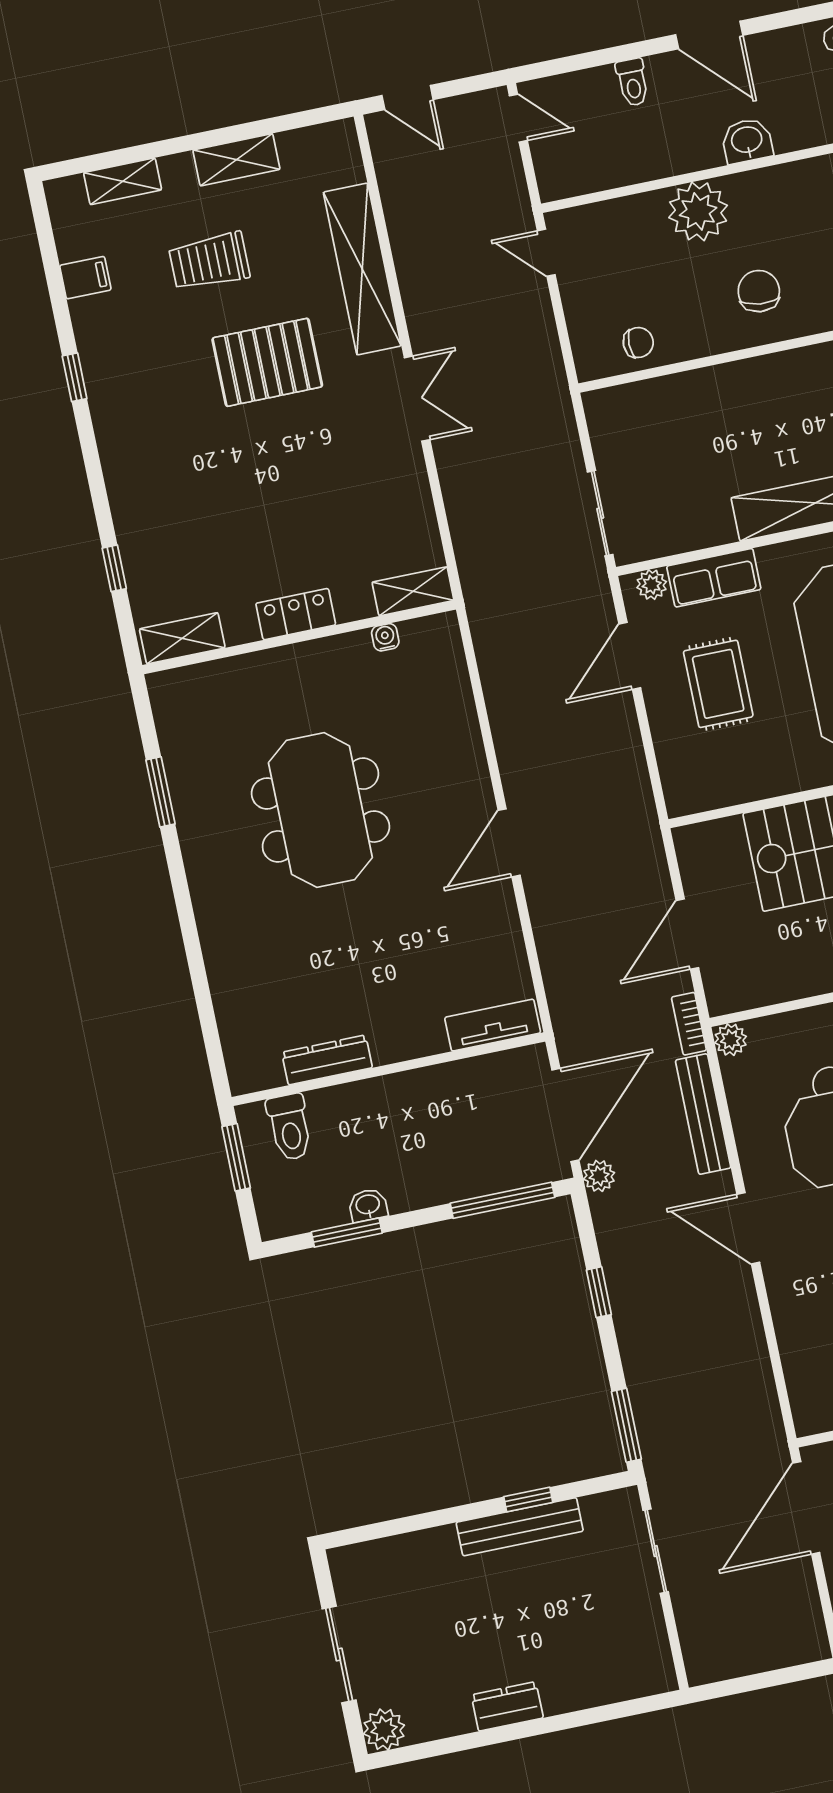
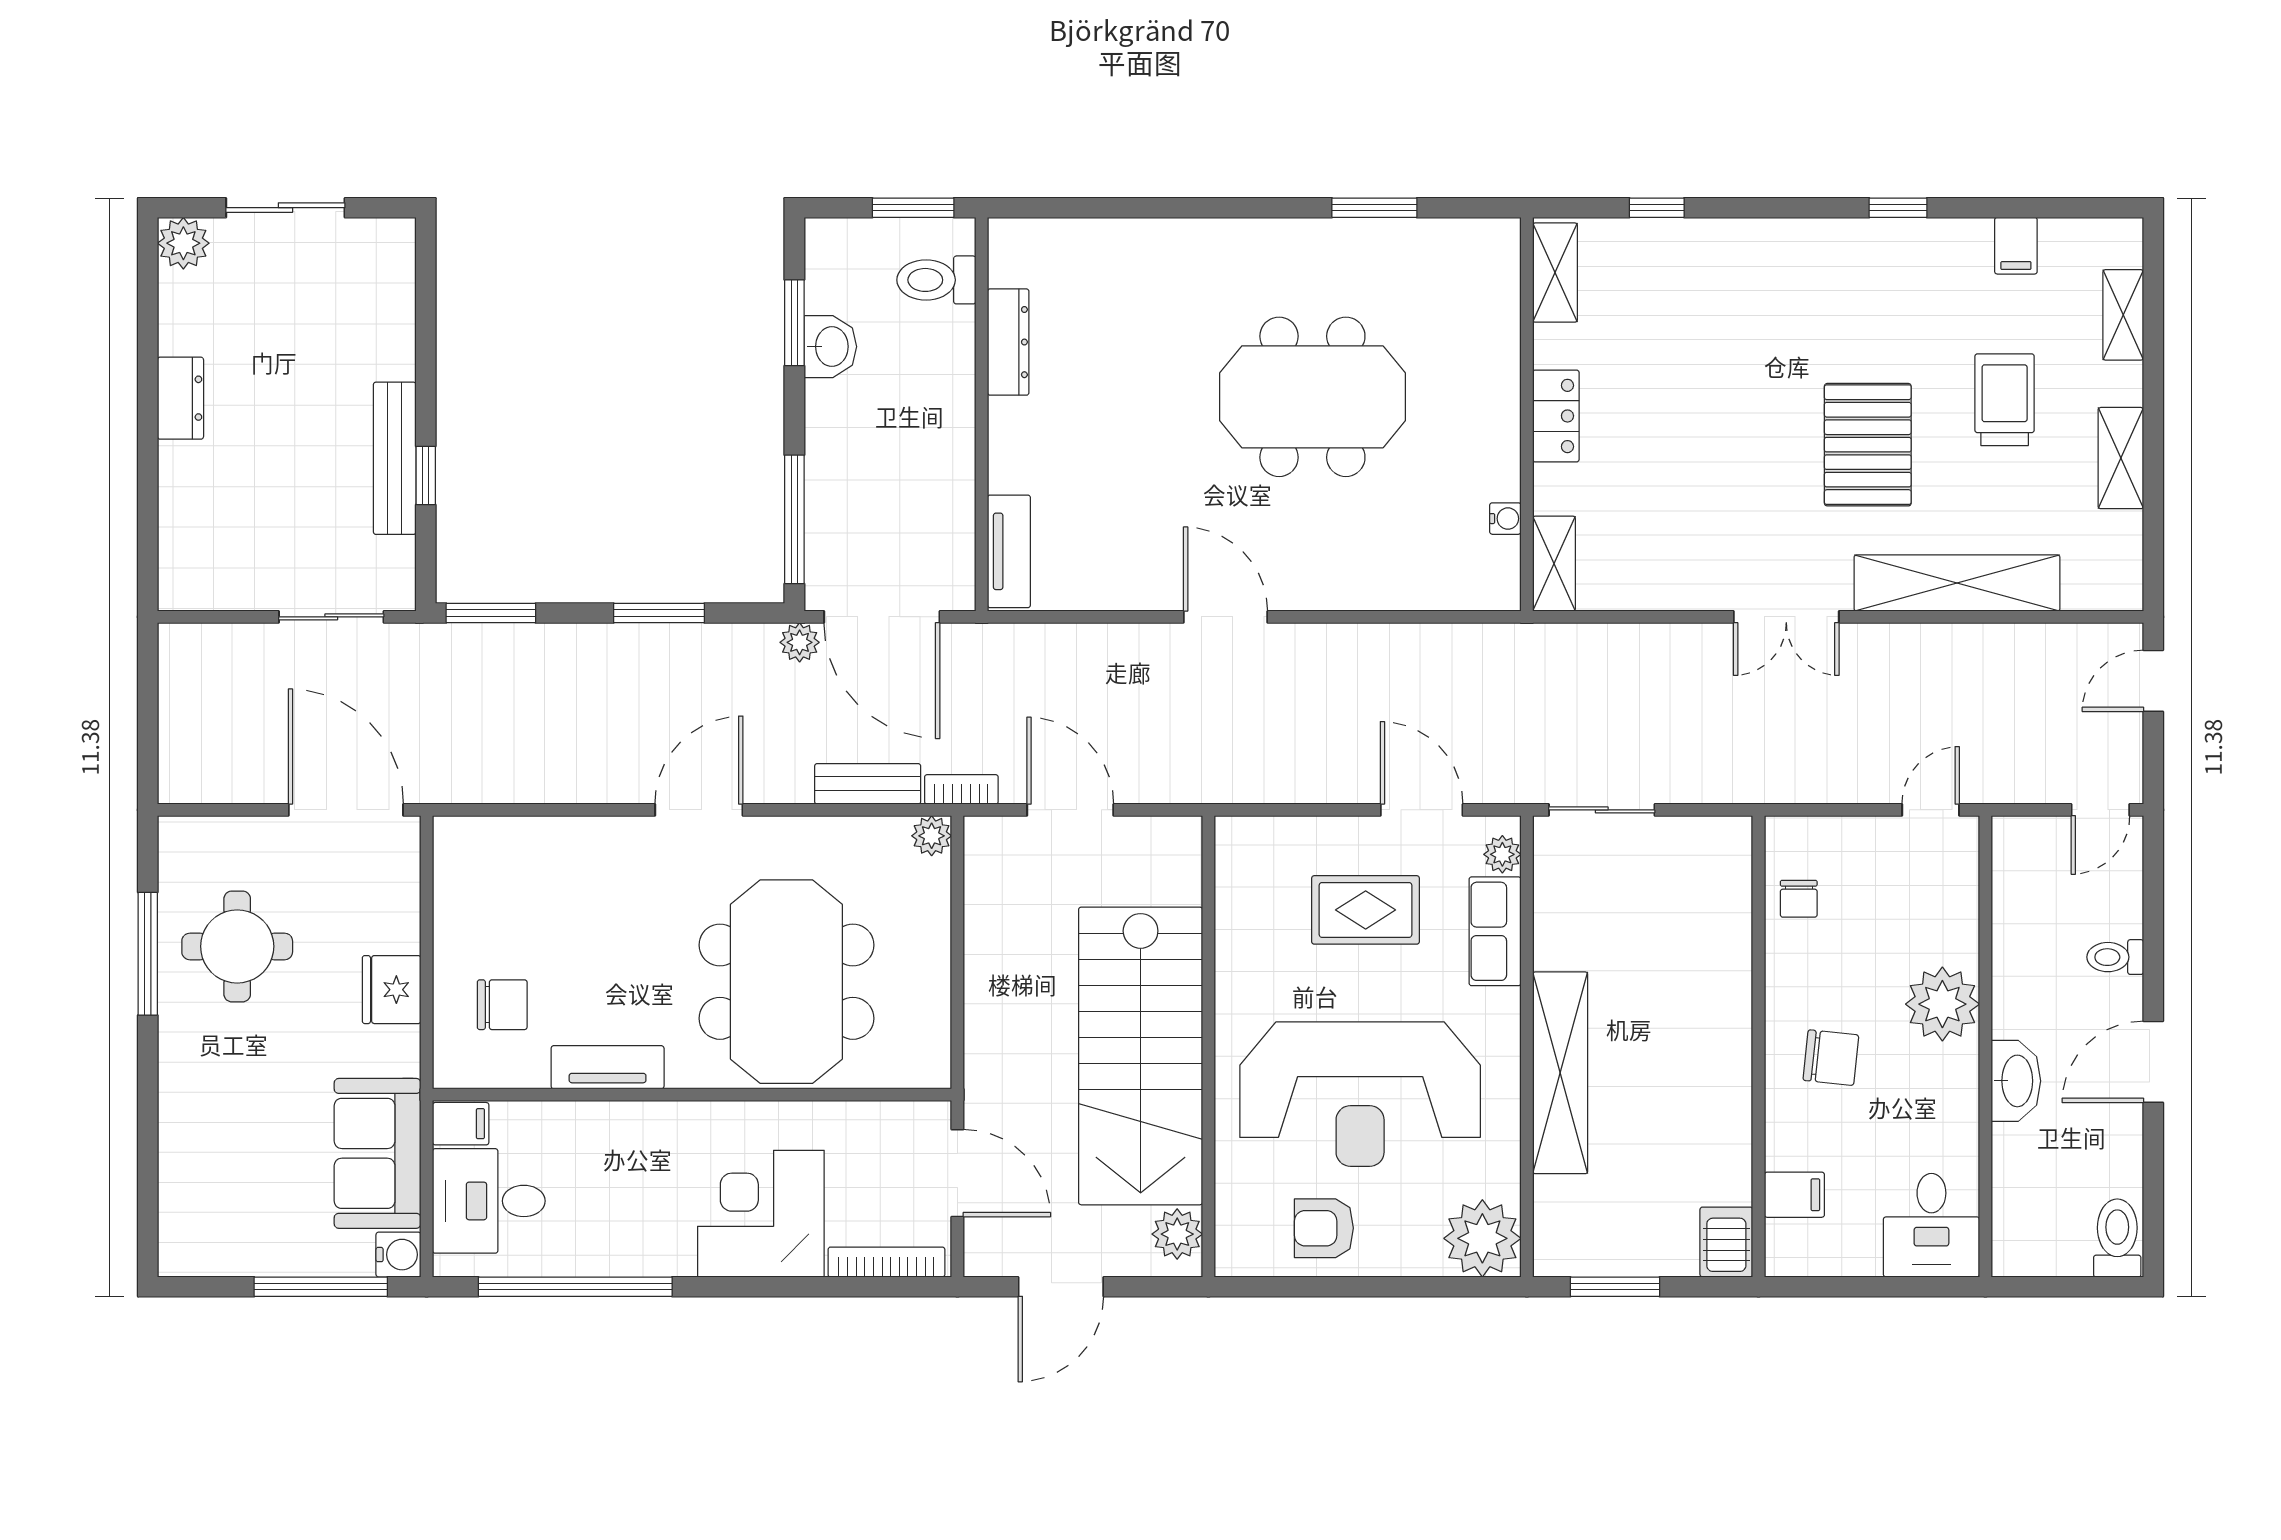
washbasin: (747, 141) -> (2016, 1081), width x1.38
bench: (703, 1114) -> (868, 784), width x0.73
washbasin: (368, 1205) -> (830, 347), width x1.38, depth x1.45
window: (599, 1292) -> (659, 613), width x1.50

